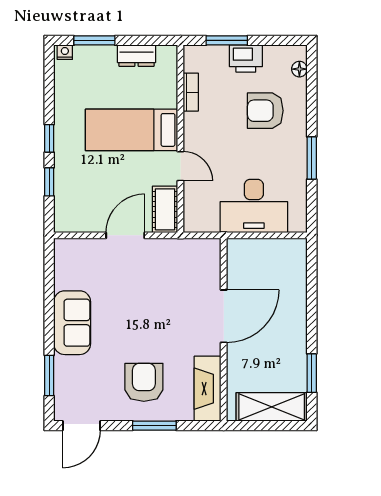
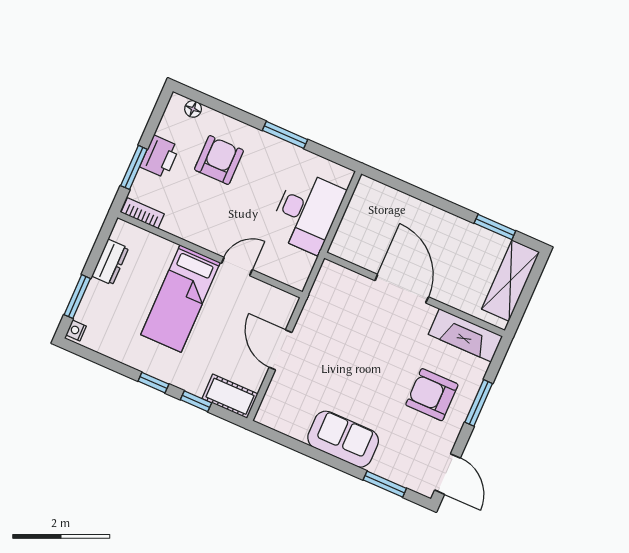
bookcase: (191, 92) -> (143, 213), moved
armchair: (265, 111) -> (219, 160), turned 180
cot: (165, 209) -> (230, 396), moved

